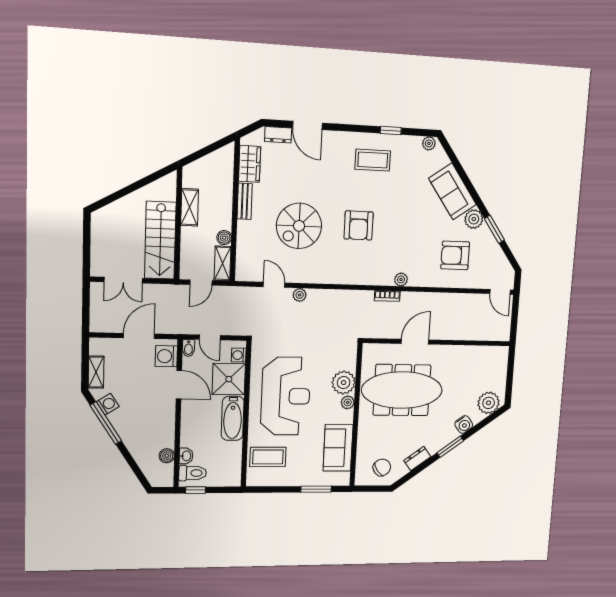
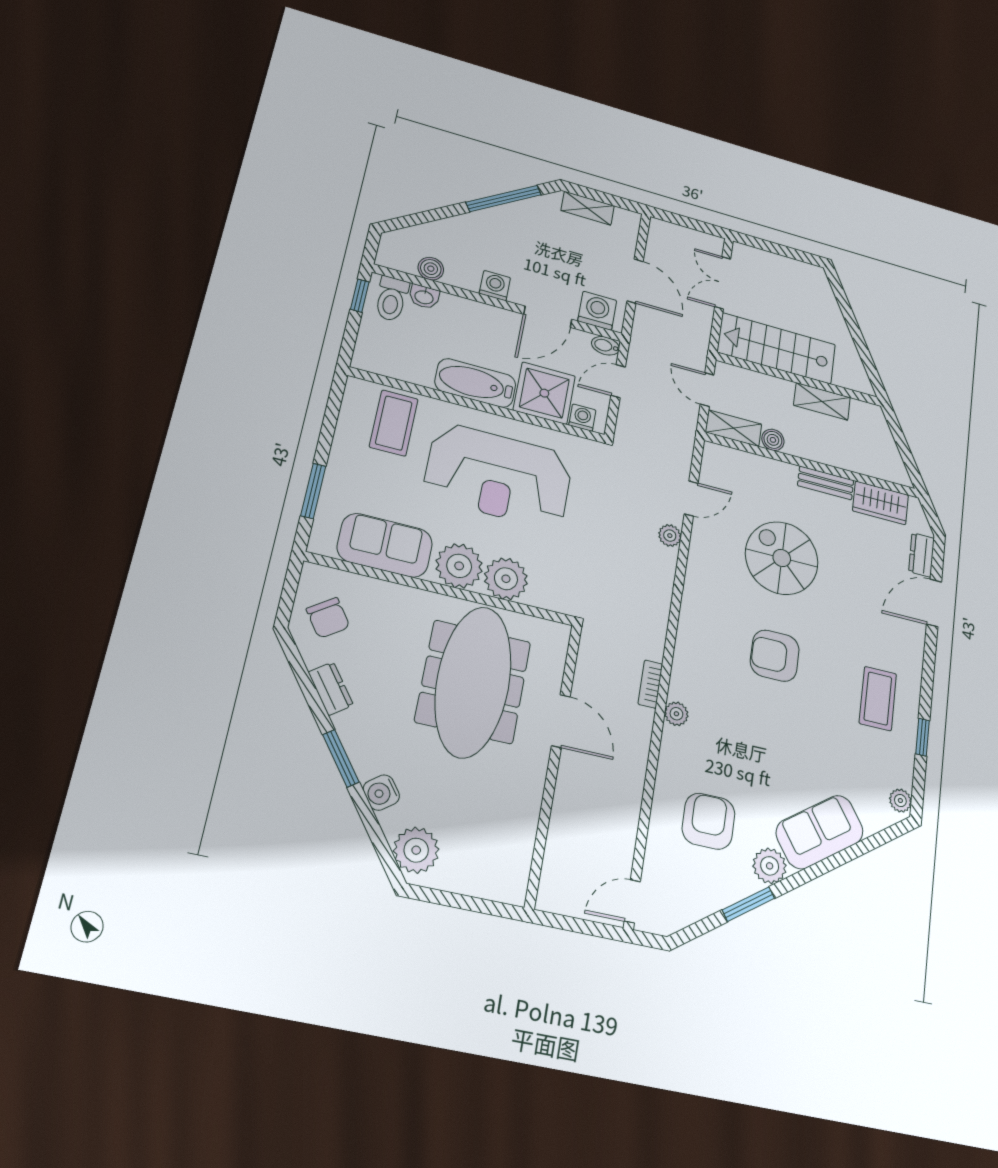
plant: (348, 402) -> (459, 566), width x1.87, depth x1.87
washing machine: (108, 404) -> (495, 286), moved, turned -147

